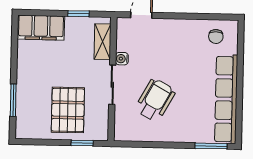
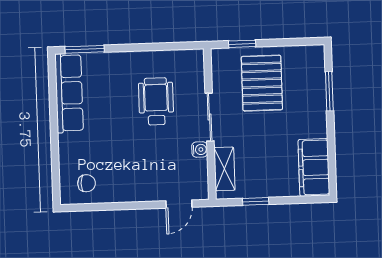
filing cabinet: (41, 28) -> (314, 167), moved, turned -90
chair: (216, 36) -> (87, 183), turned 90
row of seats: (226, 99) -> (69, 93), width x0.73
wheelchair: (155, 100) -> (156, 101), turned 151

